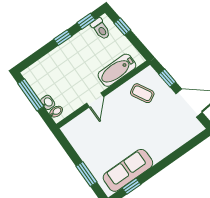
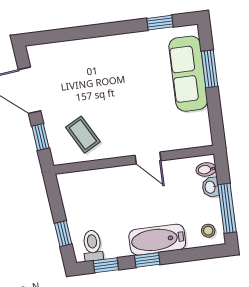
bathtub: (117, 70) -> (157, 240), moved, turned 180
stool: (35, 75) -> (208, 231), added
door: (95, 100) -> (148, 158), swing flipped
sofa: (128, 170) -> (188, 74), moved, turned 90

